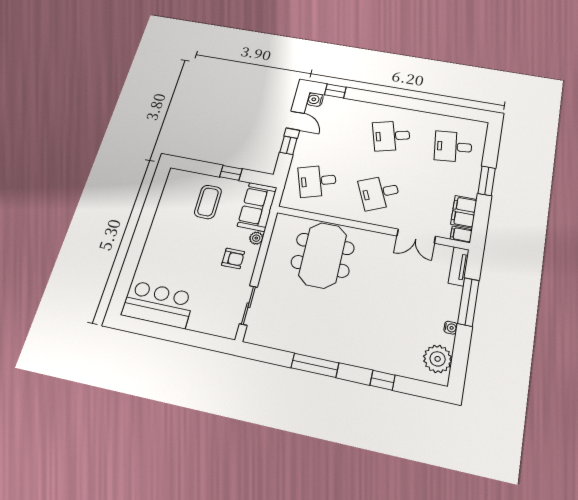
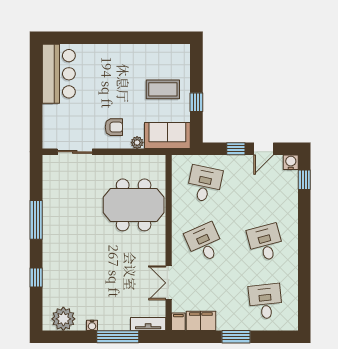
desk: (317, 181) -> (204, 184), turned 30
armchair: (233, 258) -> (114, 127), turned -90

